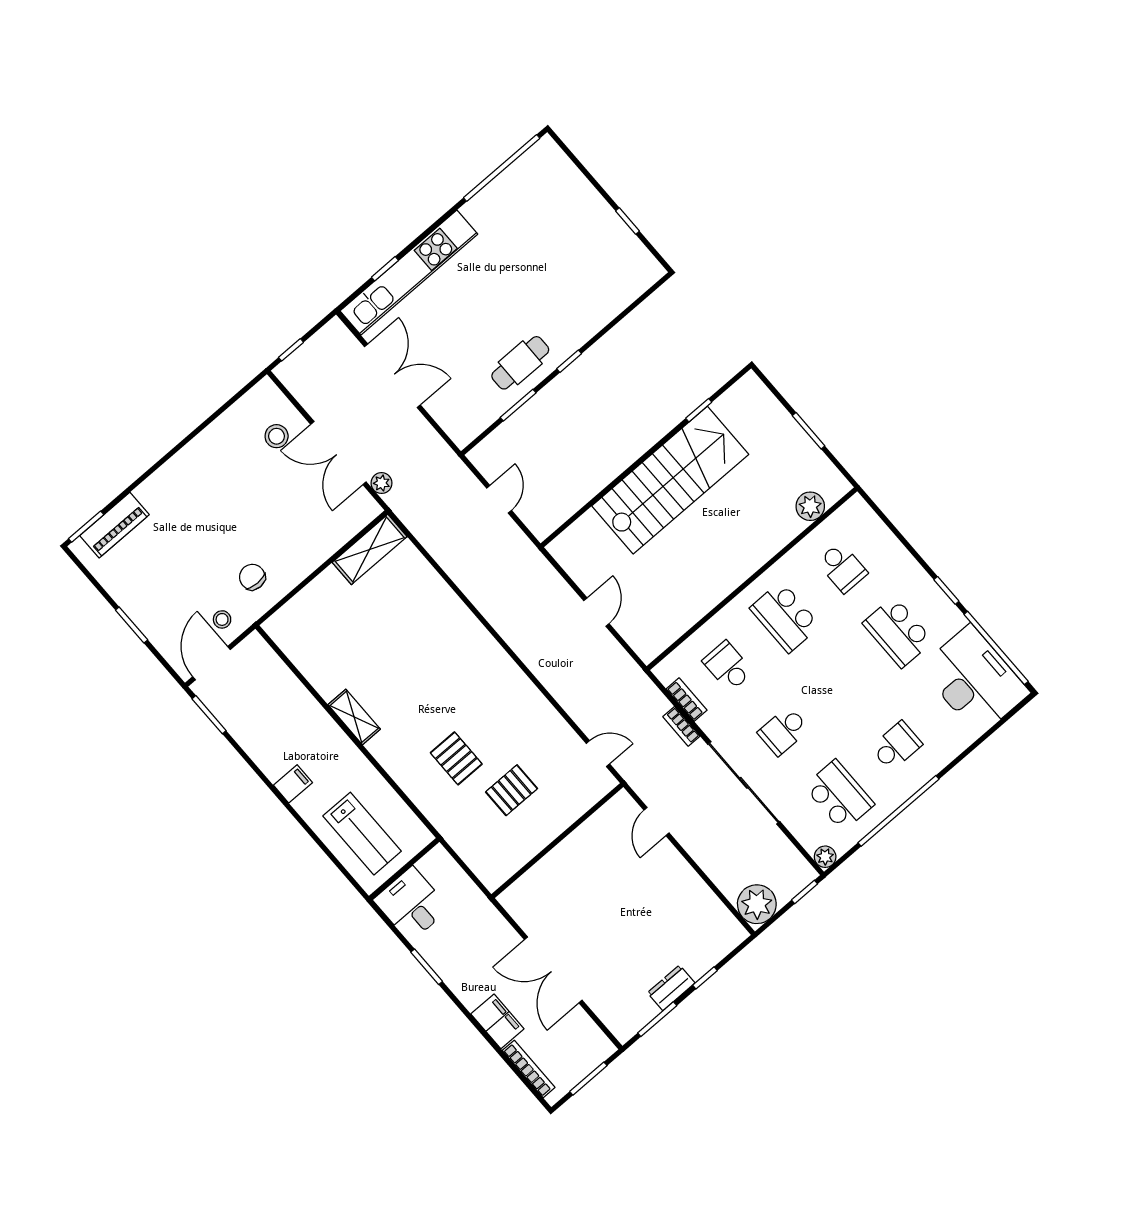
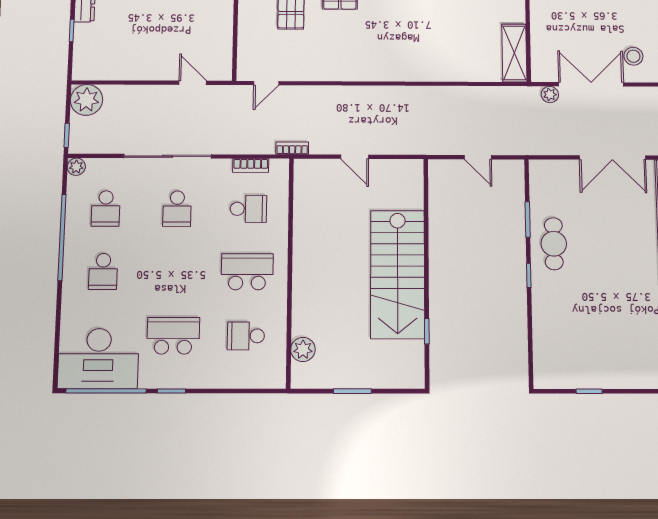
bookcase: (681, 726) -> (292, 148), moved
school desk: (783, 731) -> (177, 209), turned 180
school desk: (839, 795) -> (106, 208), width x0.54

